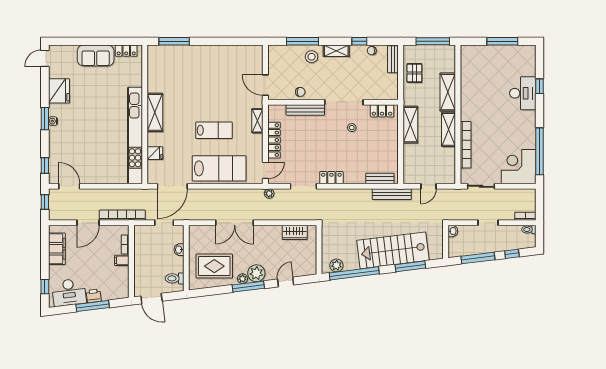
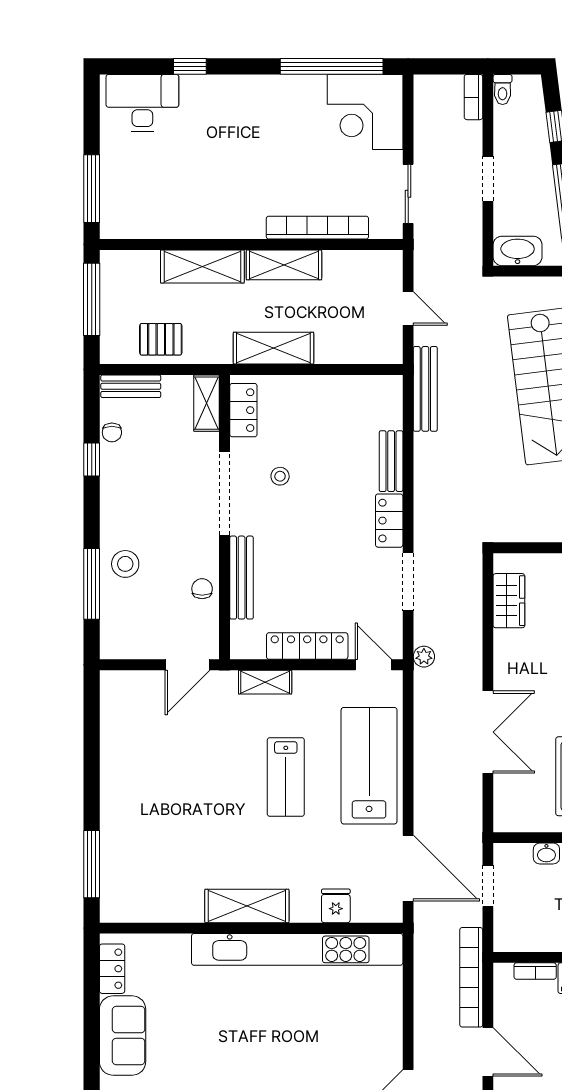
window: (502, 41) -> (92, 189), moved
shelving: (336, 51) -> (206, 403), moved
desk: (523, 93) -> (142, 103), moved
lab bench: (214, 130) -> (286, 777), turned 180
bench: (380, 178) -> (391, 461), moved
washbasin: (453, 231) -> (518, 251), width x1.91, depth x1.45

